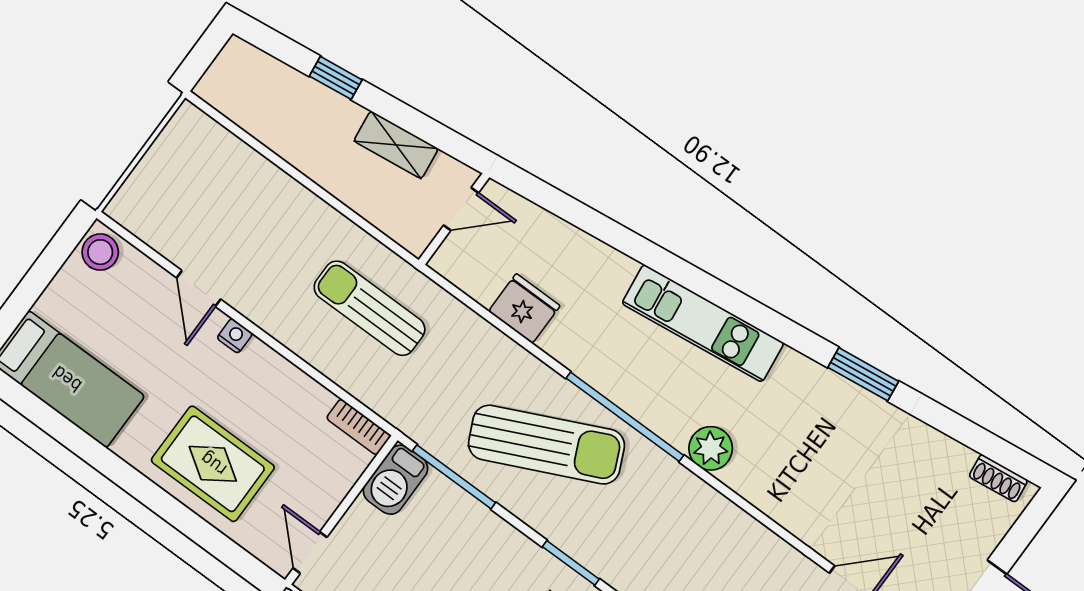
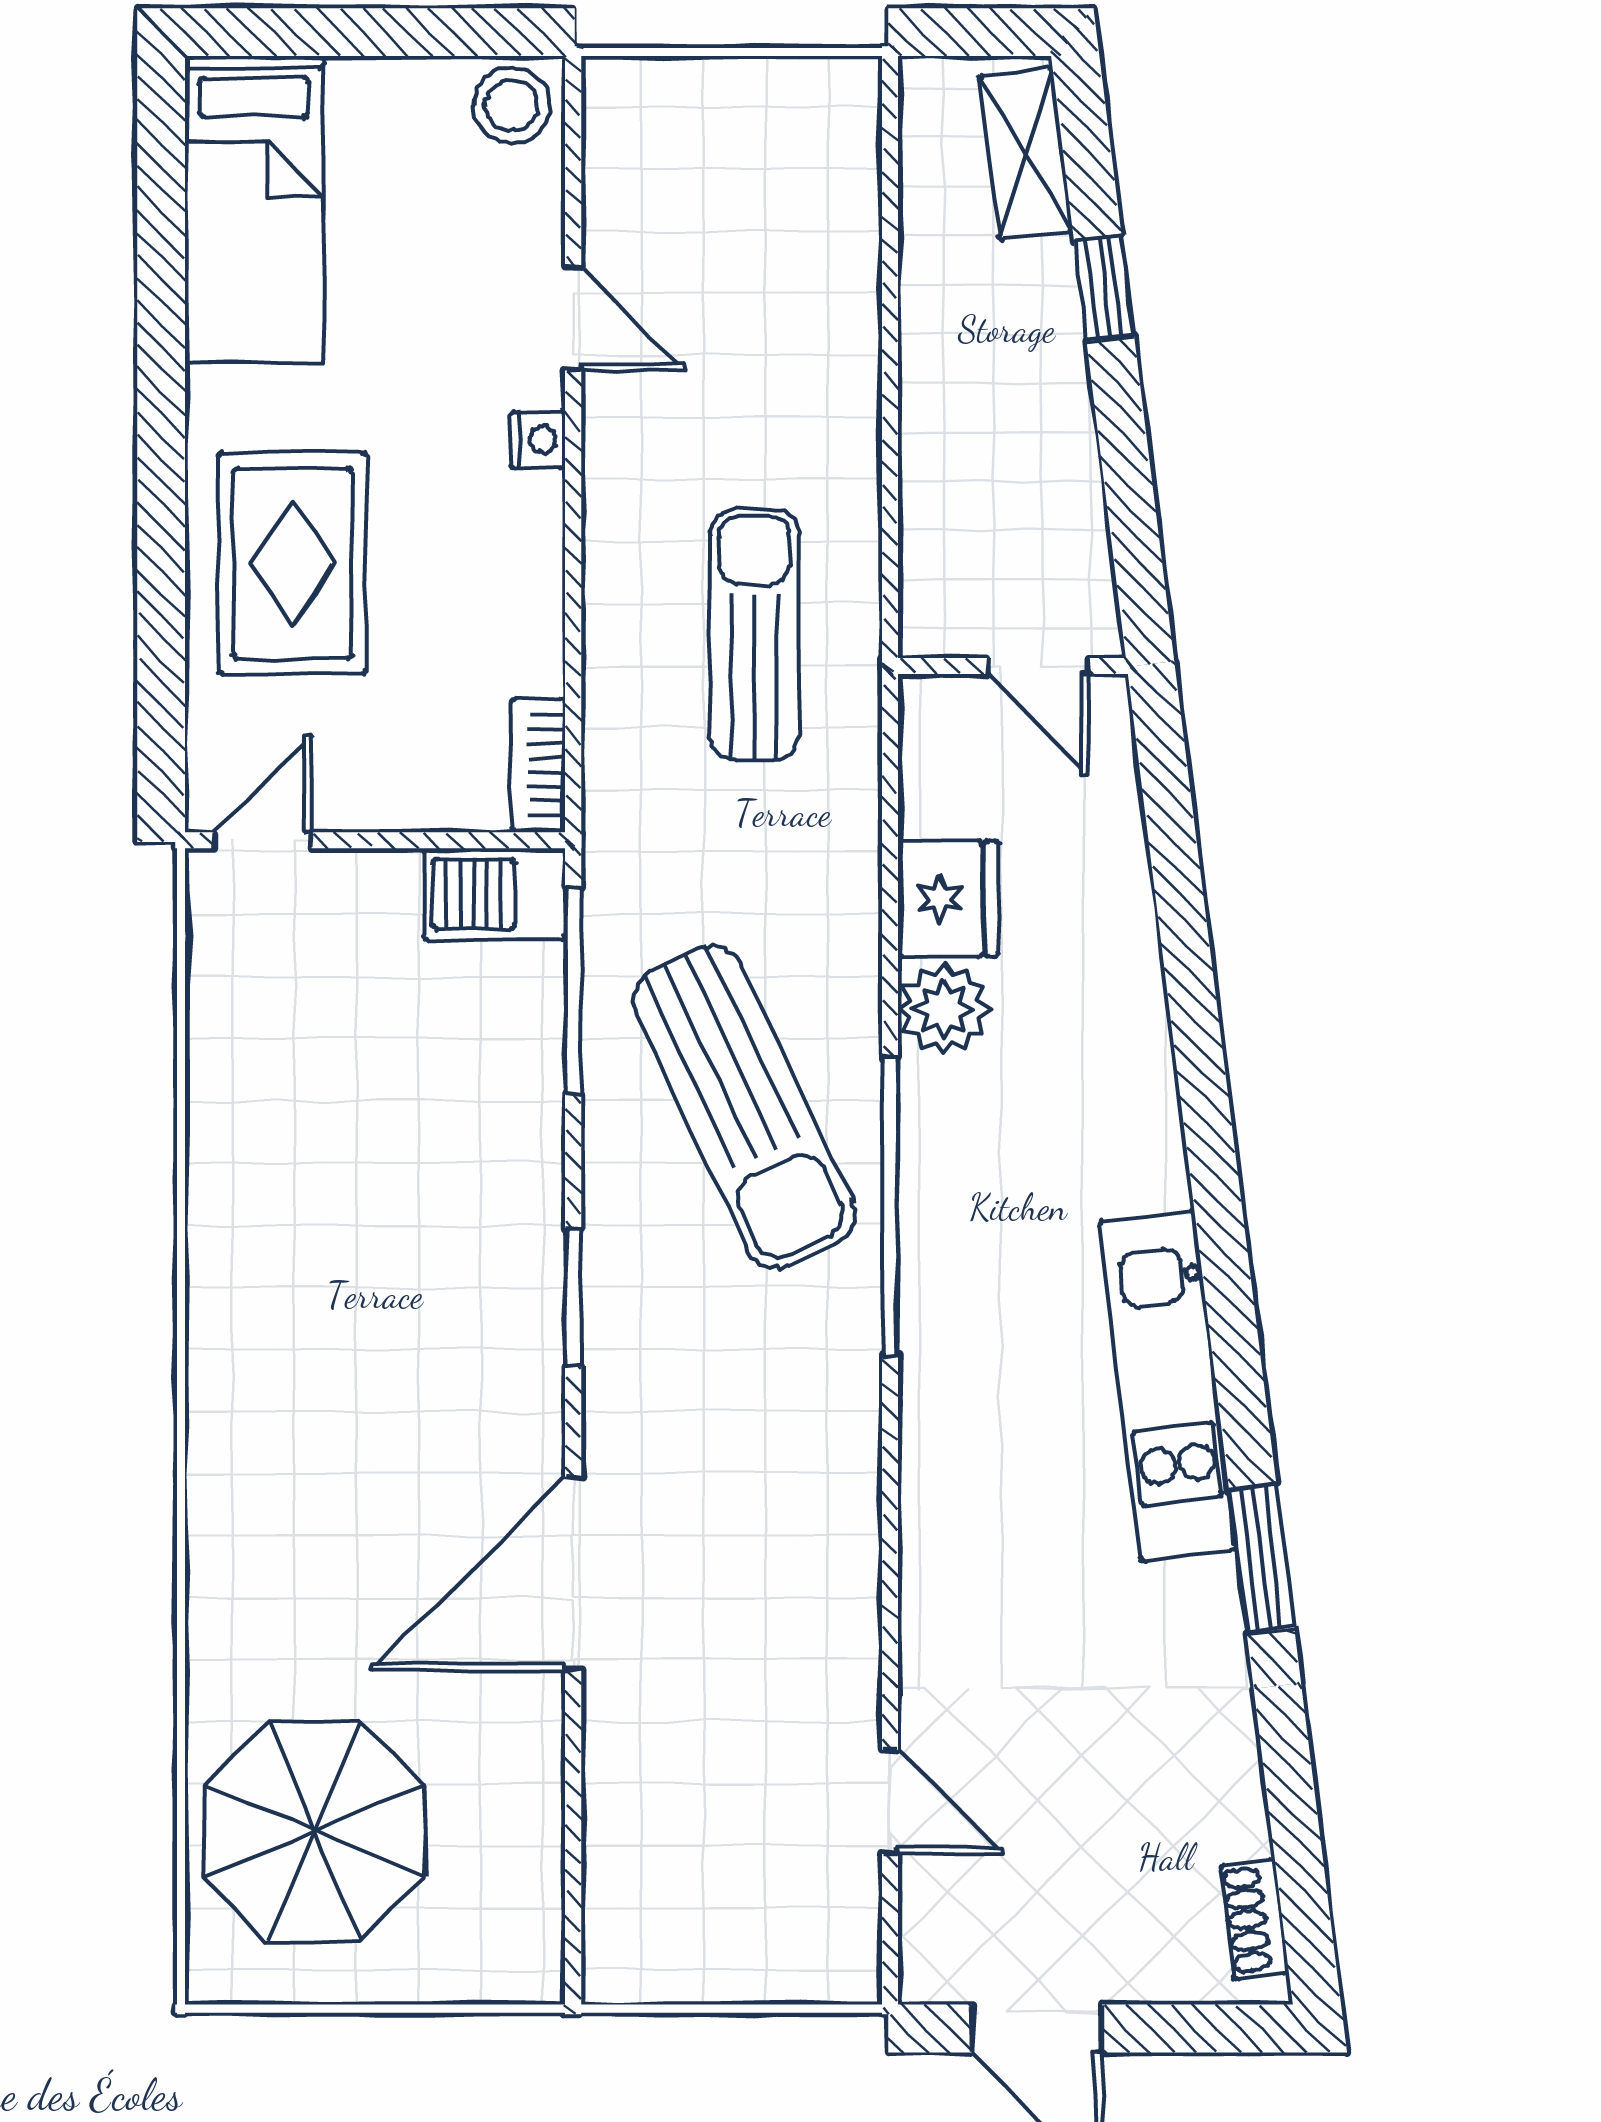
shelving: (396, 145) -> (1026, 154), moved
door: (199, 289) -> (573, 319), swing flipped
kitchen unit: (703, 323) -> (1168, 1386), moved
plant: (711, 448) -> (944, 1009), moved

